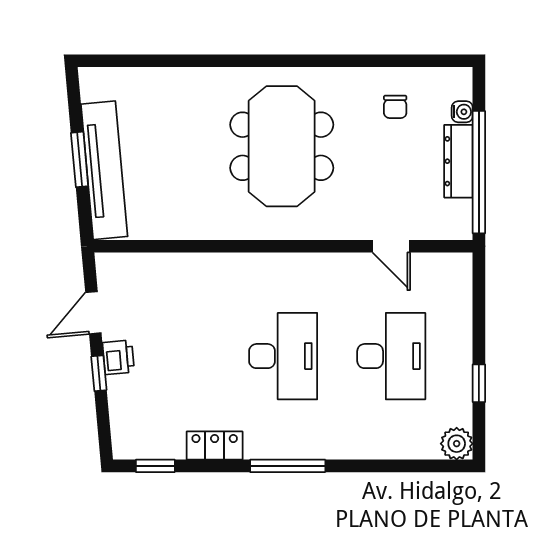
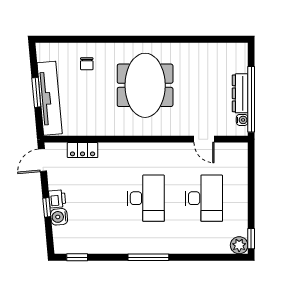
chair: (395, 107) -> (87, 64), moved
water cooler: (462, 112) -> (242, 120), moved
door: (93, 313) -> (42, 160), moved
window: (479, 383) -> (251, 239), moved
water cooler: (122, 391) -> (59, 217), added
locker: (215, 446) -> (83, 150), moved, turned 180

